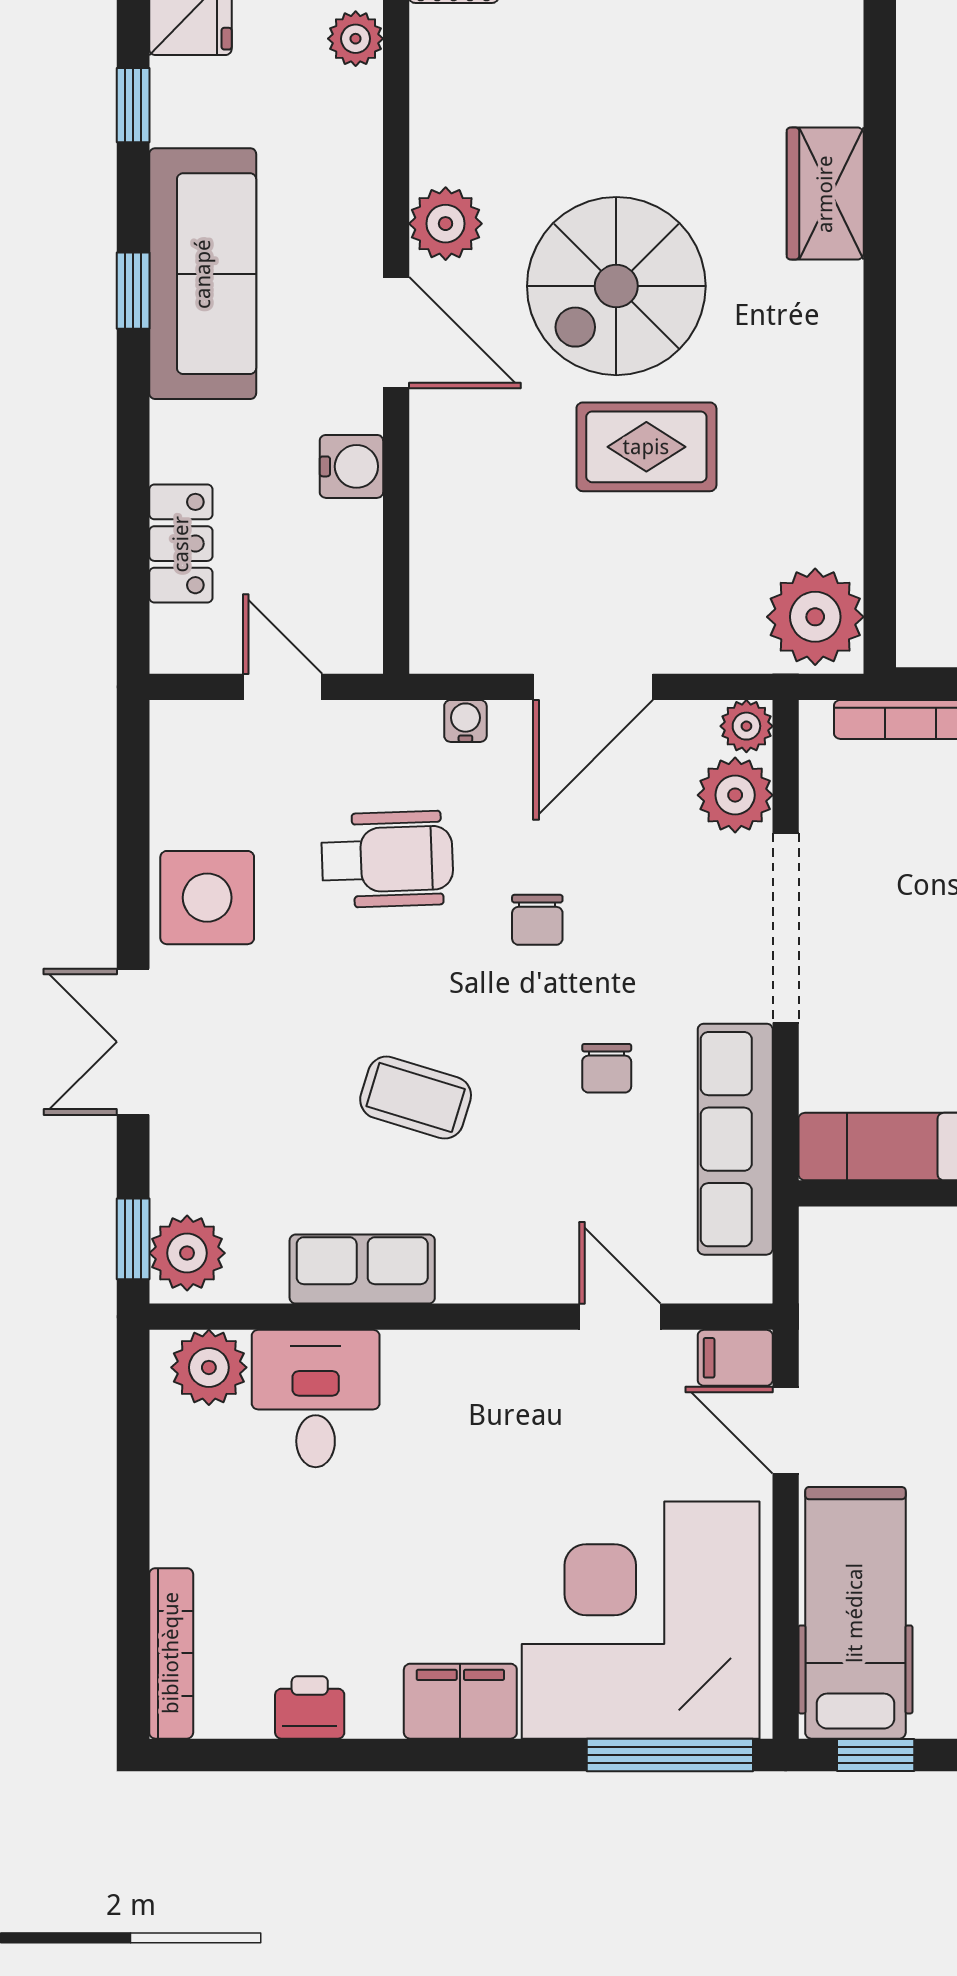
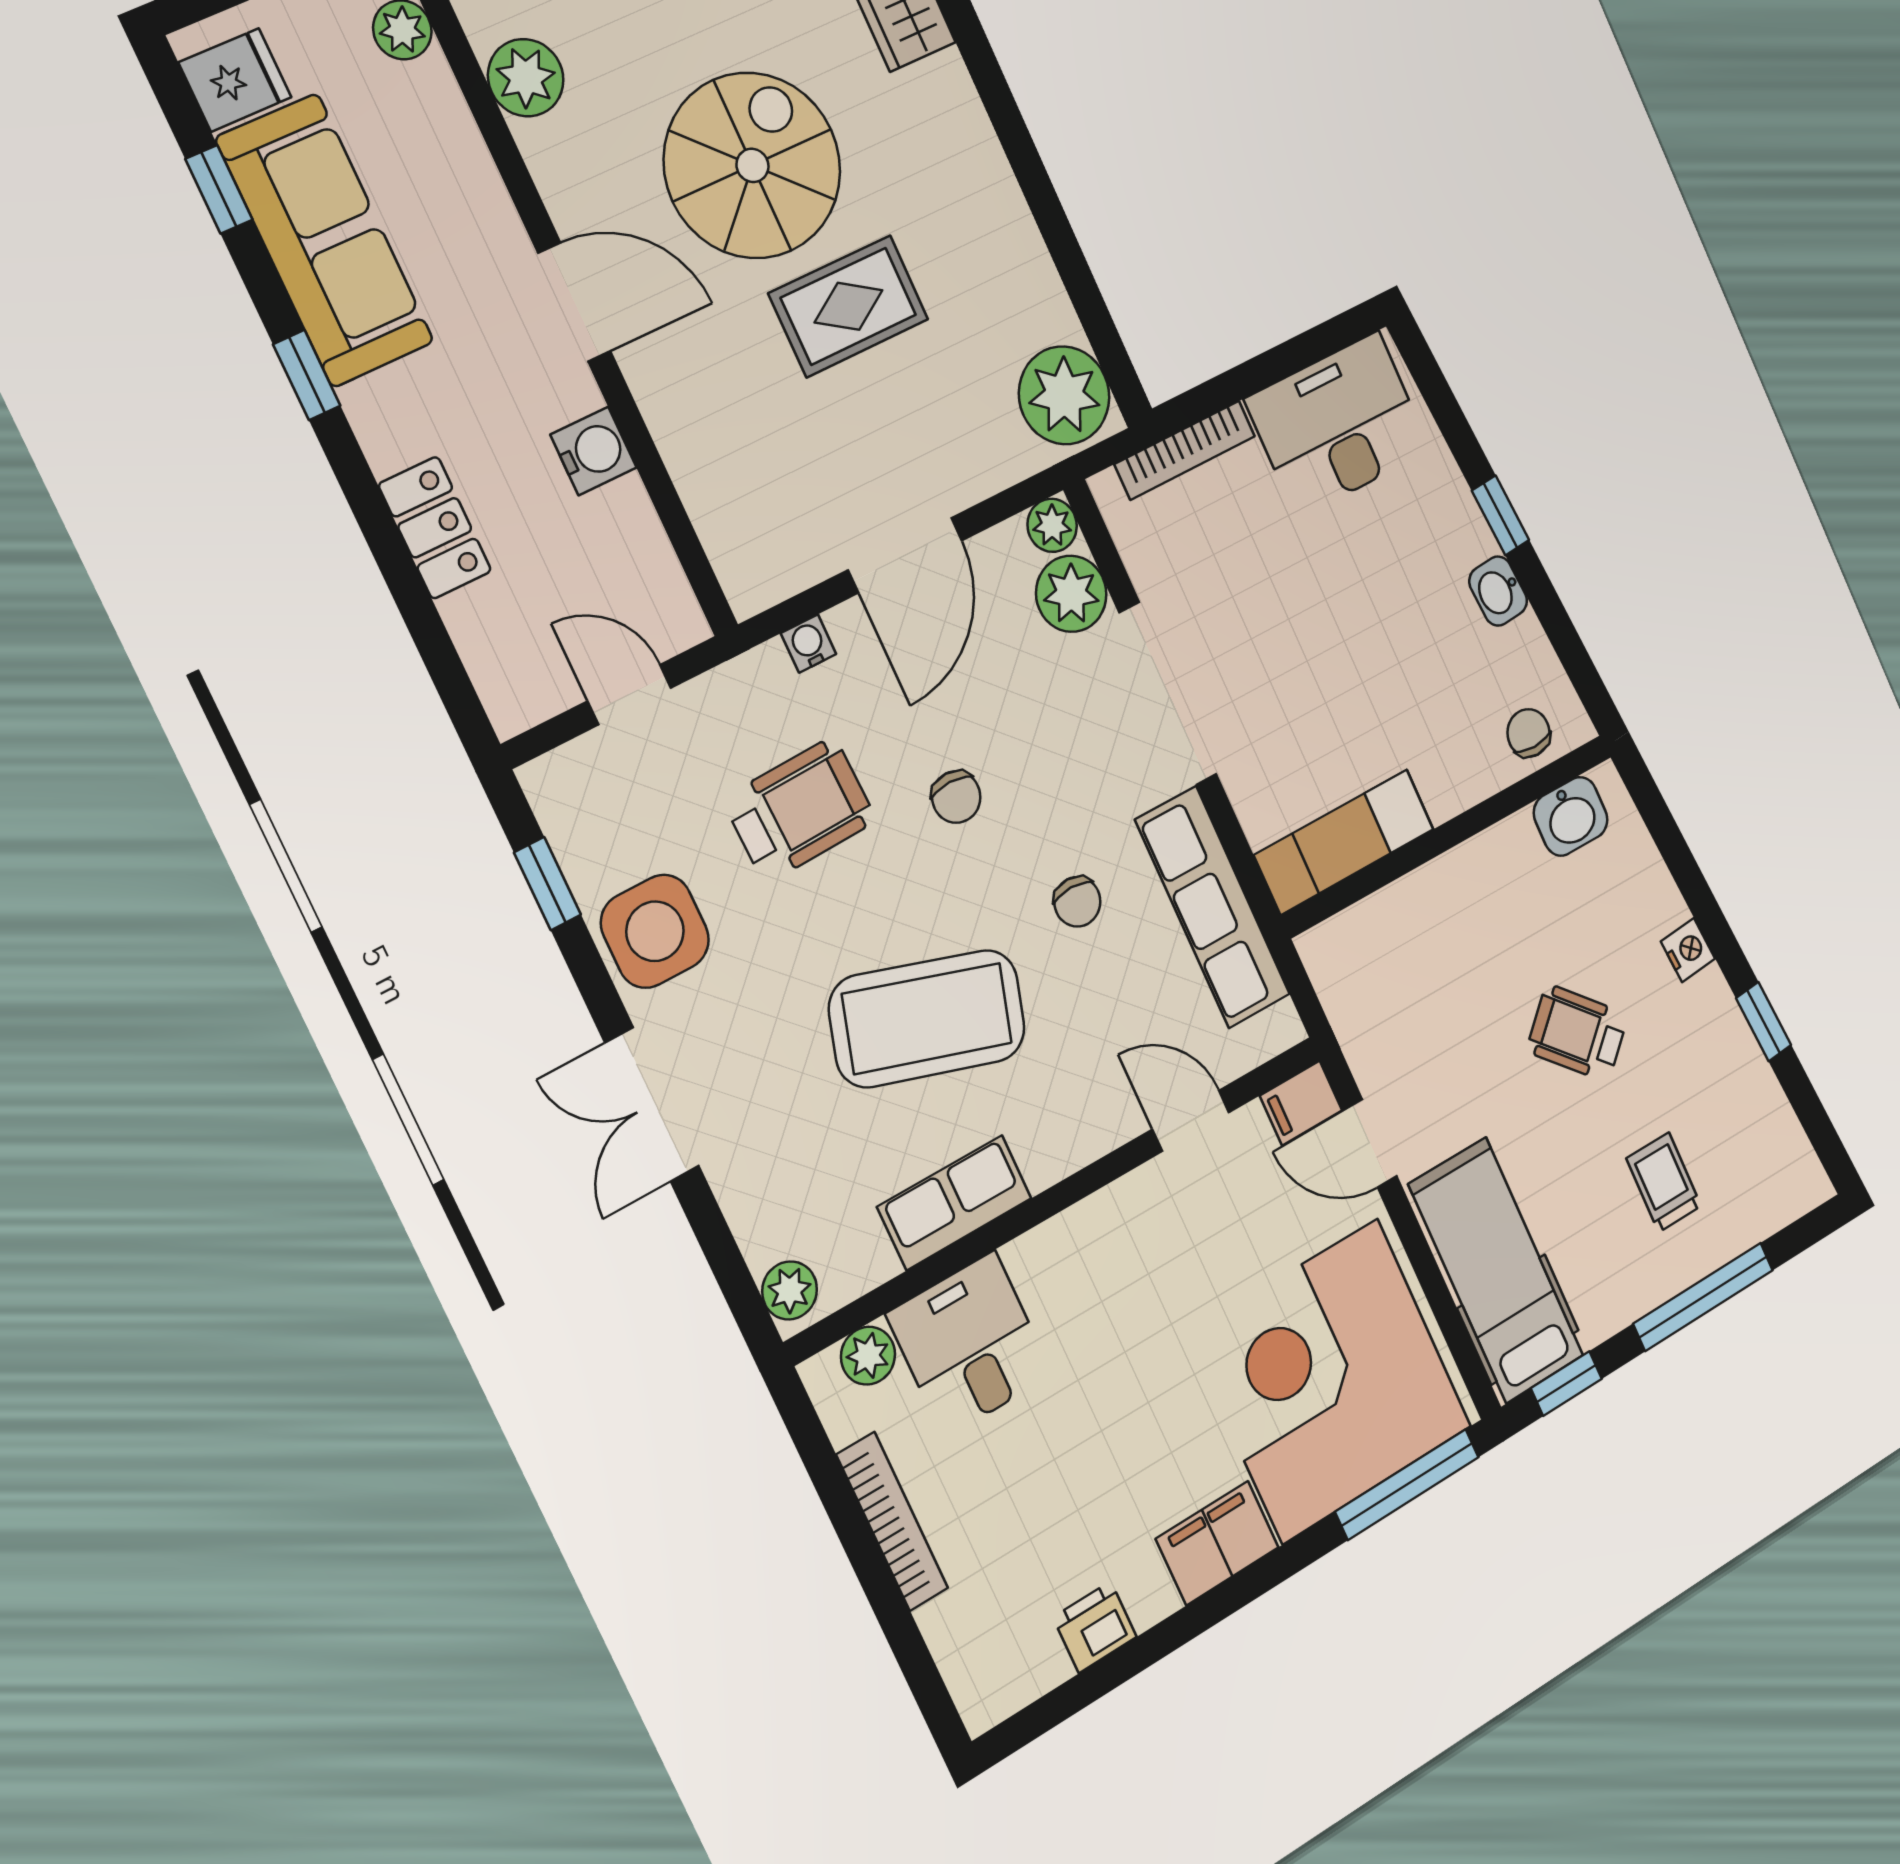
plant: (446, 224) -> (526, 78), moved
sofa: (203, 274) -> (325, 240), moved
spiral stairs: (616, 286) -> (752, 165), turned 180
locker: (181, 544) -> (435, 528), moved
coffee table: (416, 1098) -> (927, 1018), width x1.86, depth x1.72
window: (133, 1239) -> (547, 884), moved
plant: (187, 1253) -> (790, 1290), width x0.73, depth x0.73
plant: (209, 1367) -> (868, 1356), width x0.73, depth x0.73
bookcase: (171, 1653) -> (892, 1521), moved

